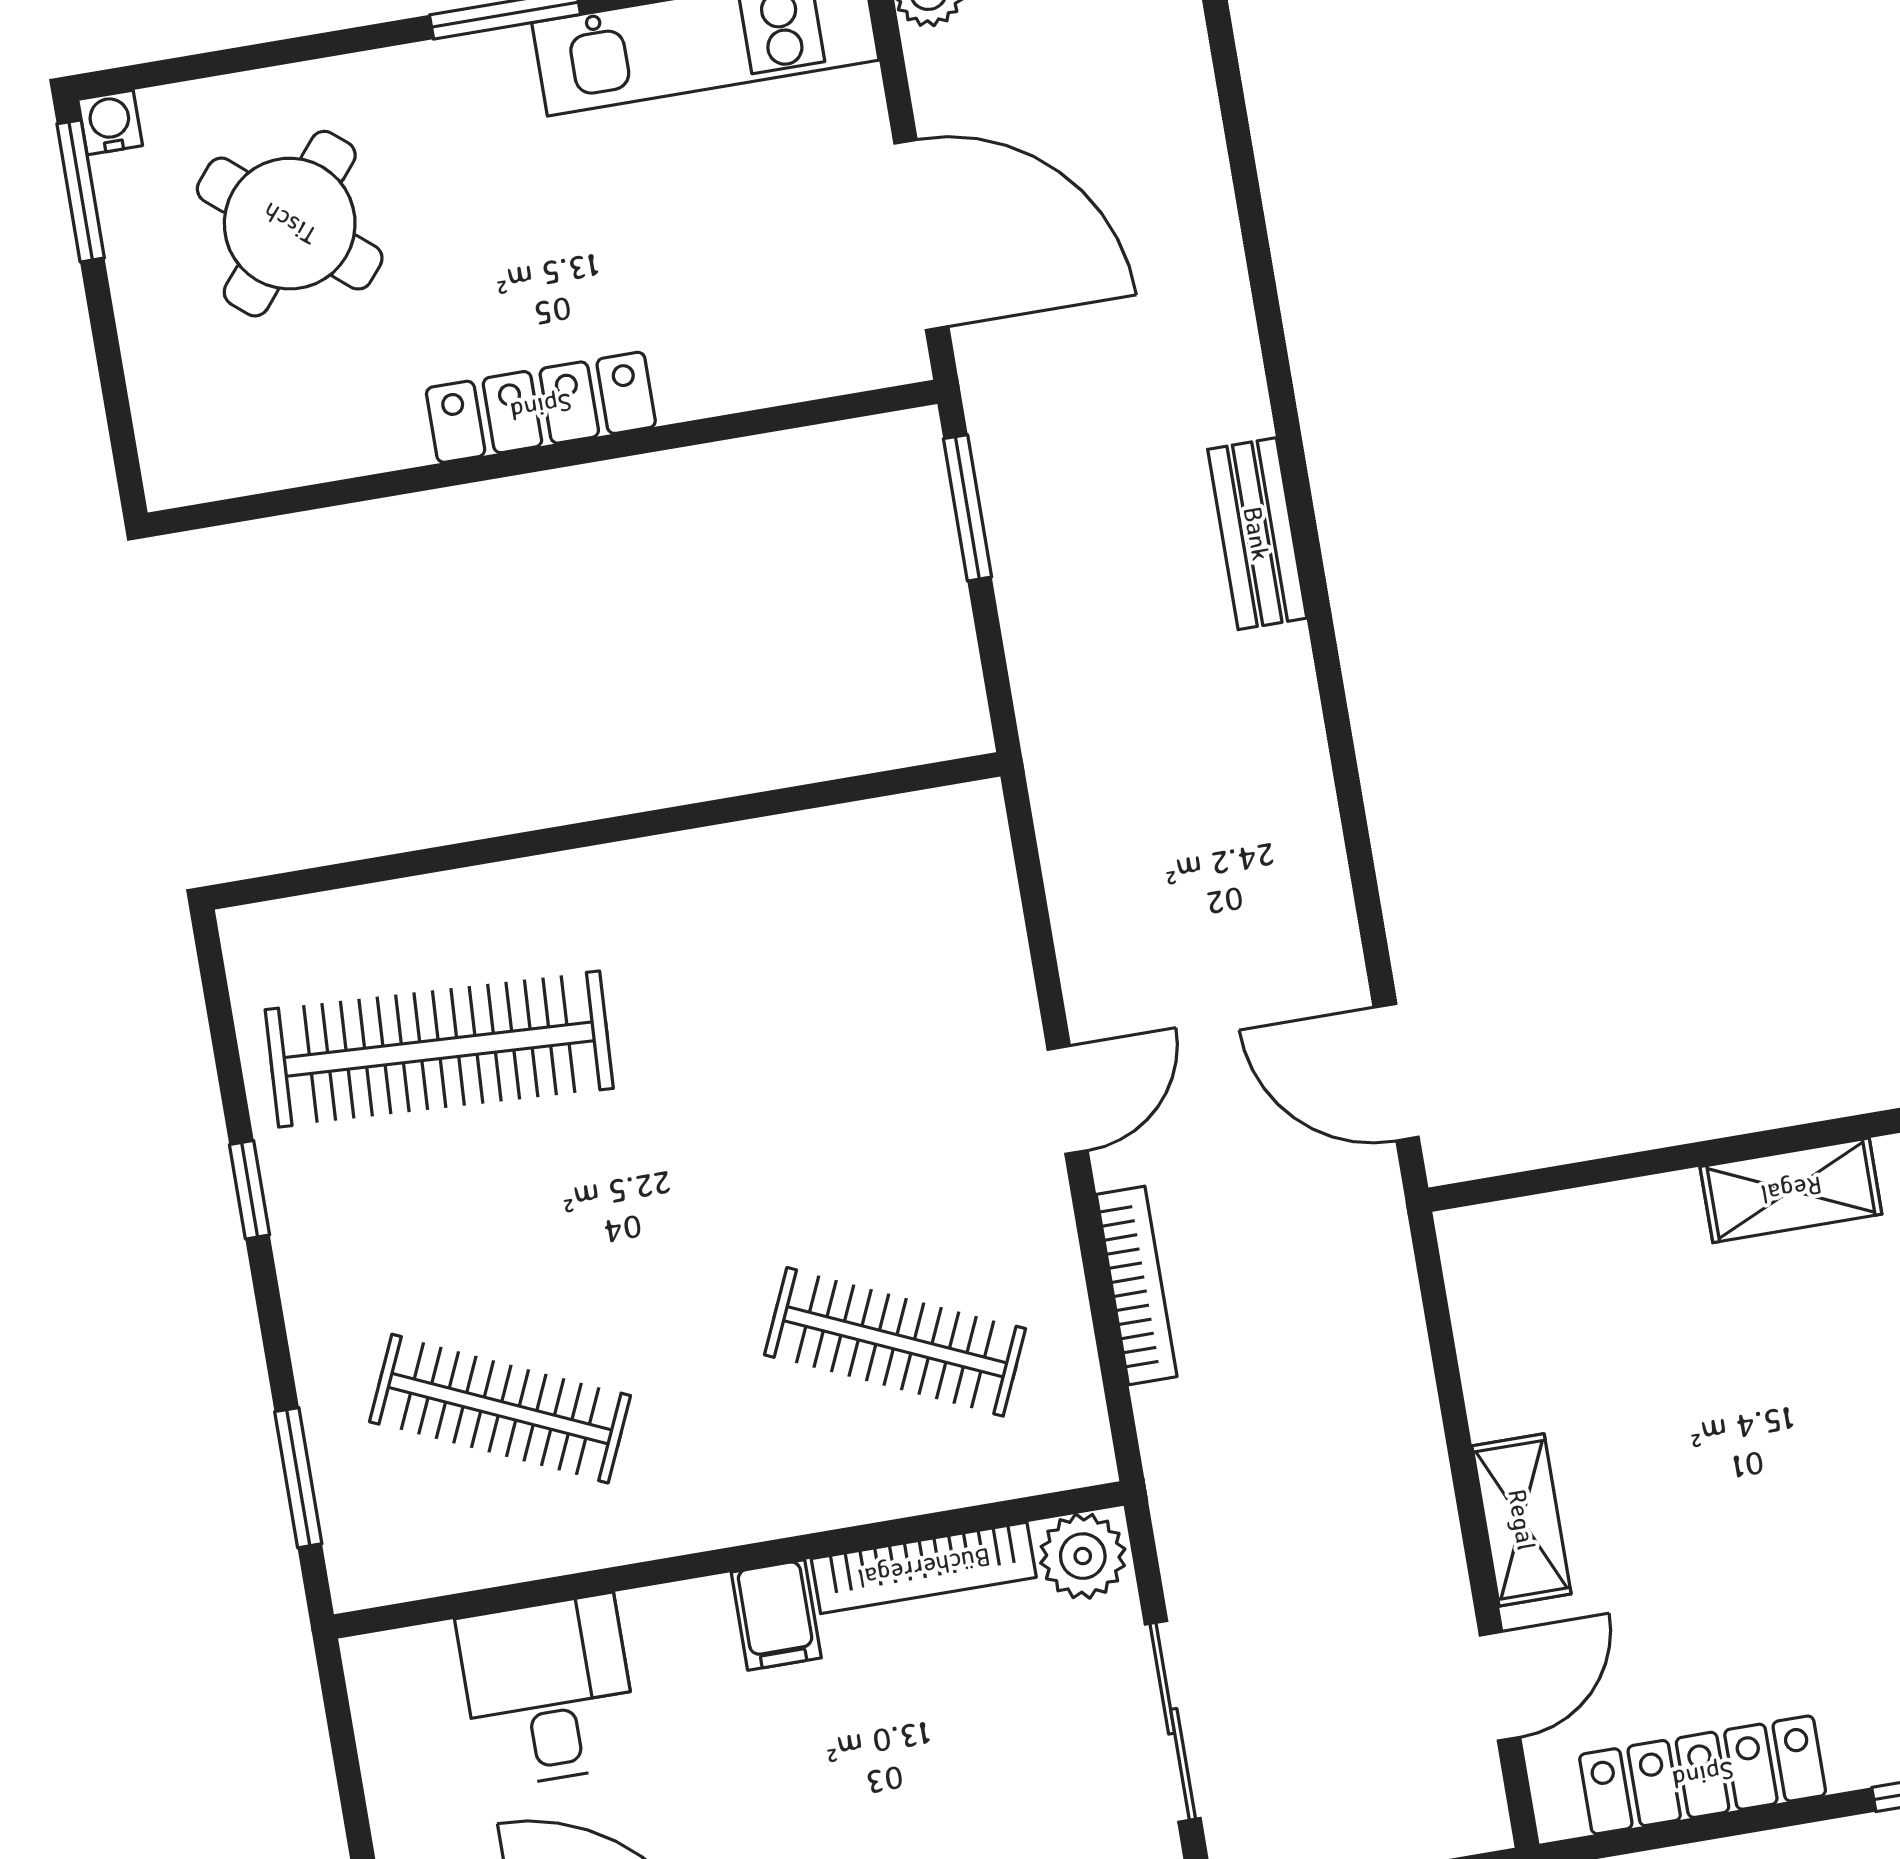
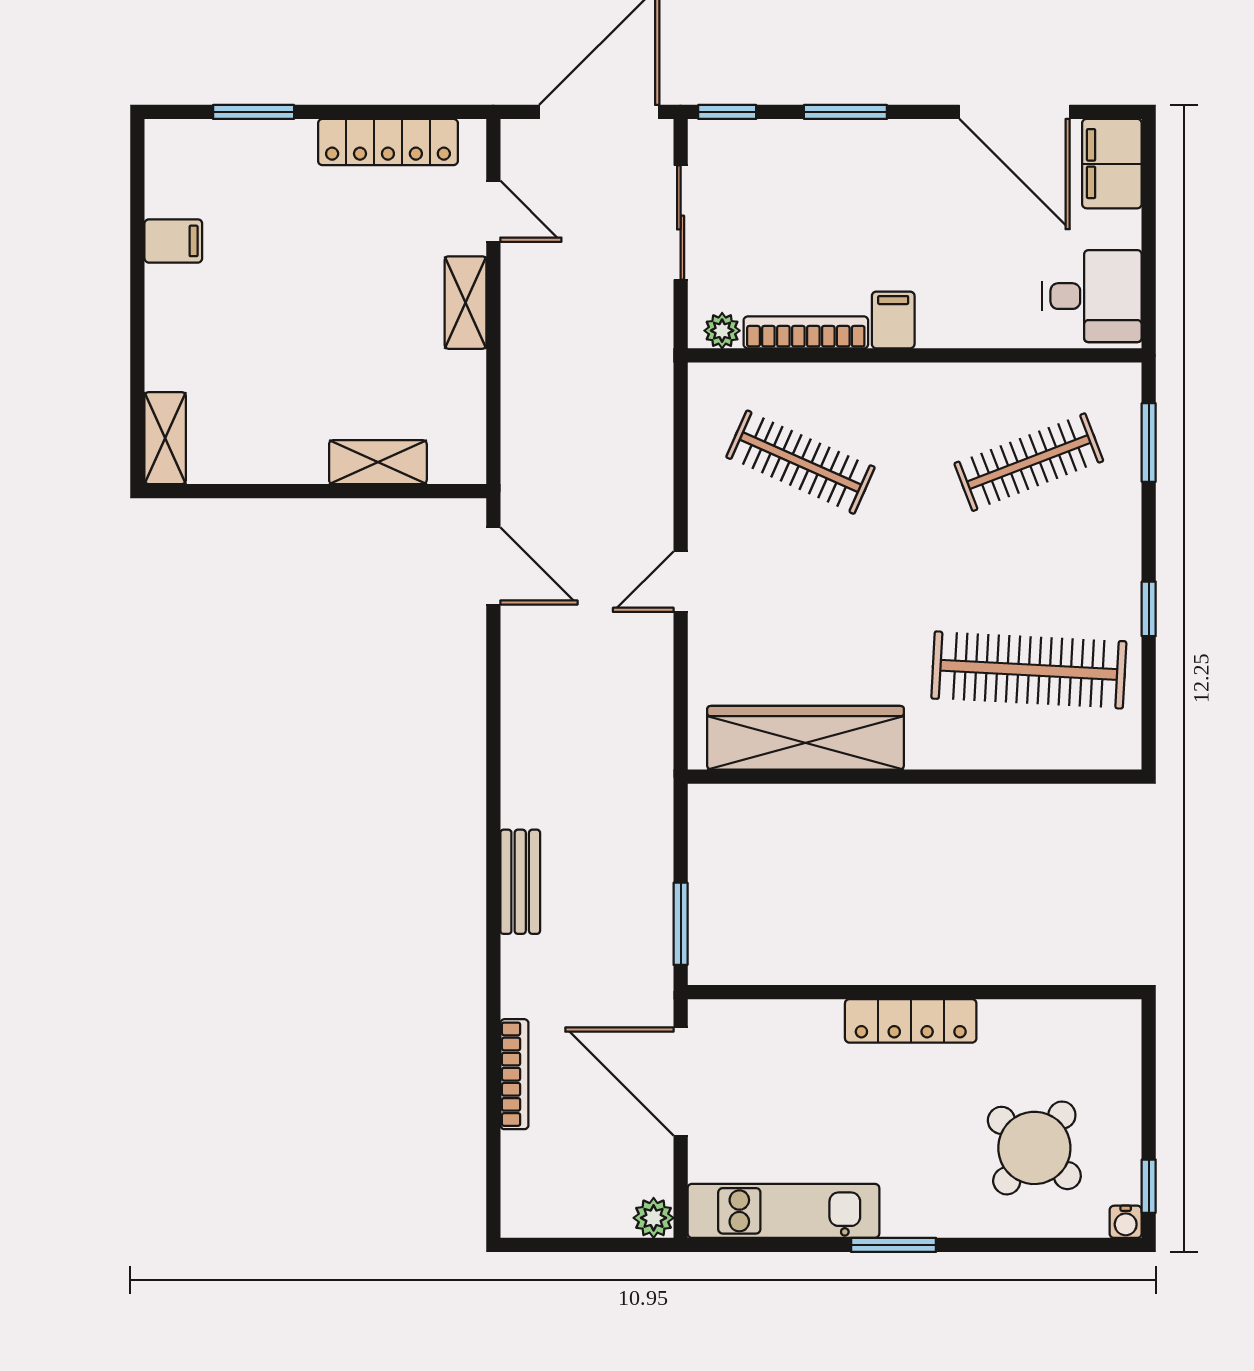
window: (81, 191) -> (1149, 1186), width x0.67
wardrobe: (806, 866) -> (806, 738), added
shelving: (1791, 1190) -> (378, 462), moved
bookcase: (1137, 1285) -> (514, 1074), moved, turned 180
clothes rail: (500, 1409) -> (1029, 462), turned -45
plant: (1083, 1556) -> (722, 331), width x0.73, depth x0.73
door: (1500, 1686) -> (493, 211), swing flipped
desk: (548, 1691) -> (1092, 296), moved, turned -90

